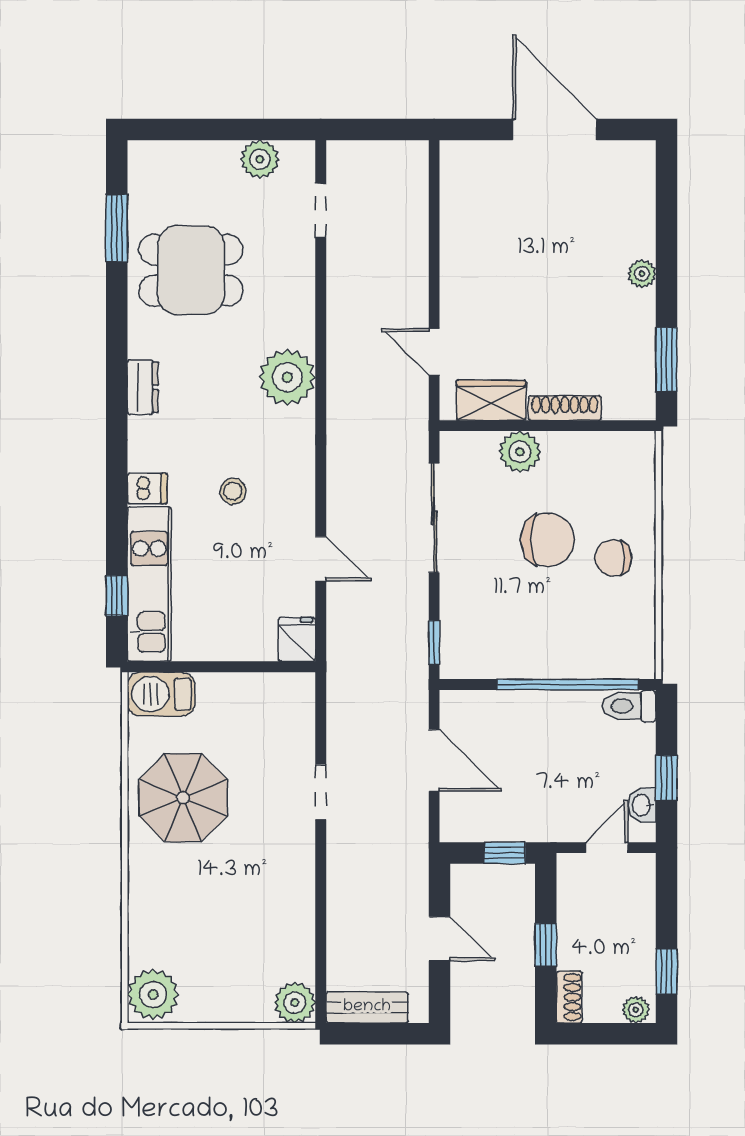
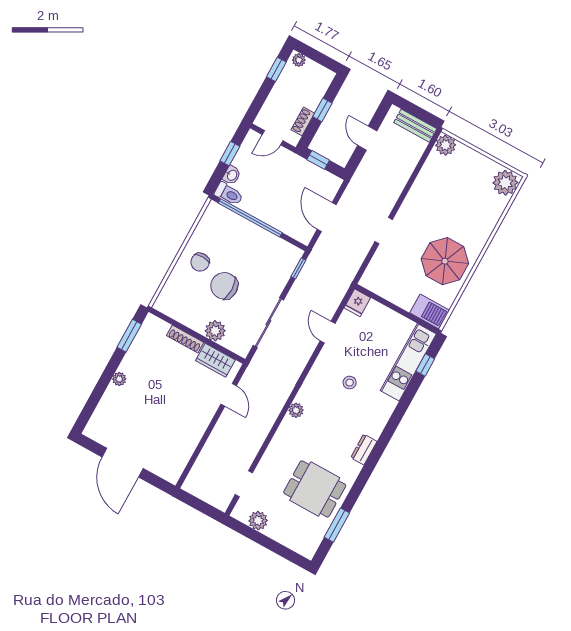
plant: (287, 377) -> (296, 410), width x0.53, depth x0.53
dishwasher: (147, 488) -> (386, 404), removed
chair: (613, 558) -> (200, 262), turned 90
washbasin: (642, 805) -> (232, 175), moved
shoe rack: (569, 997) -> (303, 121), moved

